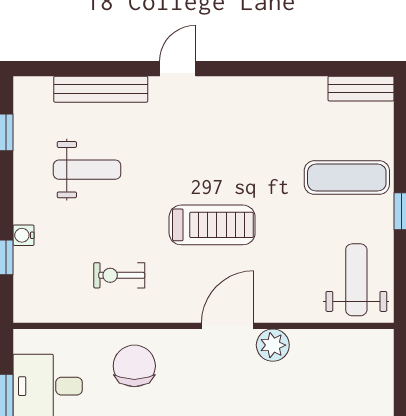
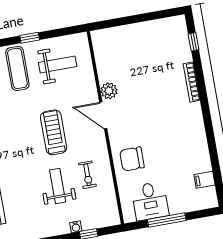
weight bench: (87, 170) -> (58, 186), moved
weight bench: (356, 280) -> (58, 65), moved, turned 180

